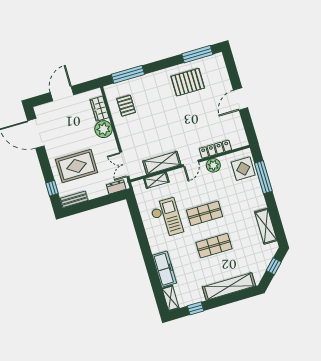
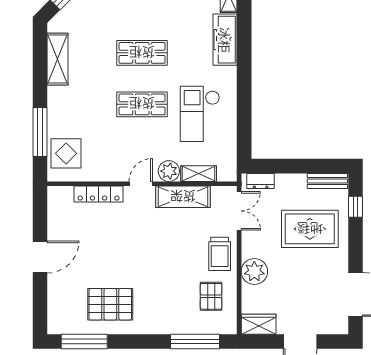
wardrobe: (100, 109) -> (259, 324), moved, turned -90
trolley: (129, 134) -> (220, 254), added
plant: (213, 165) -> (169, 171), moved

